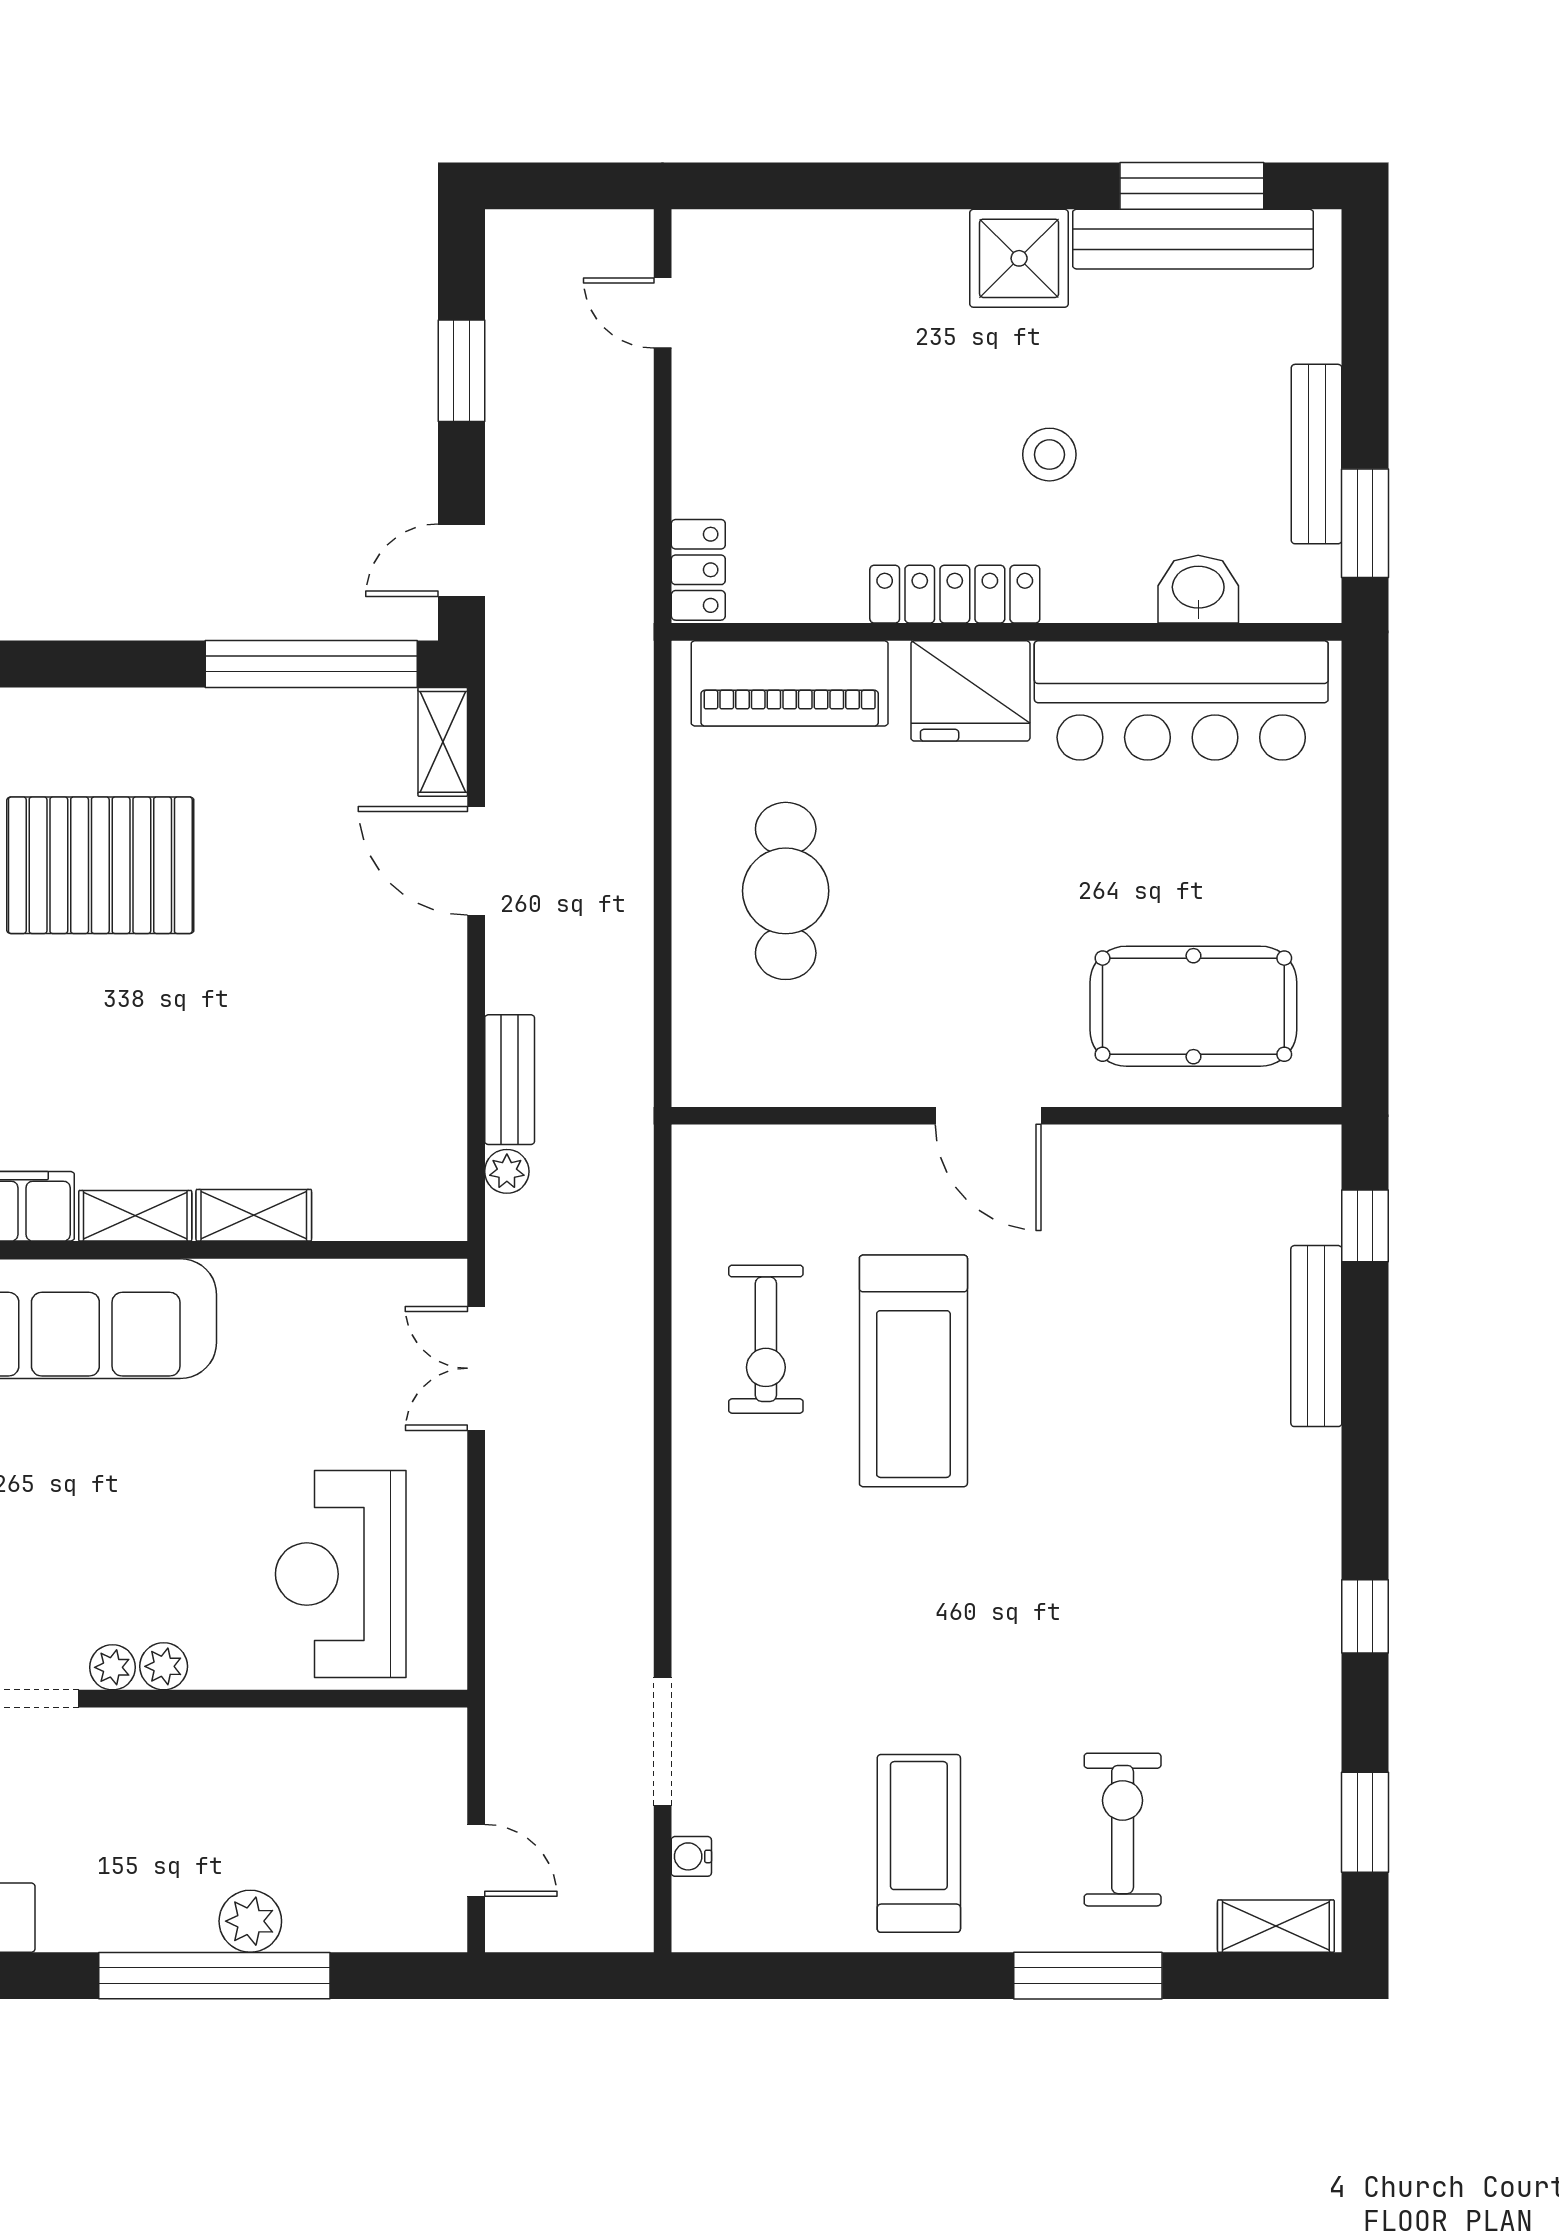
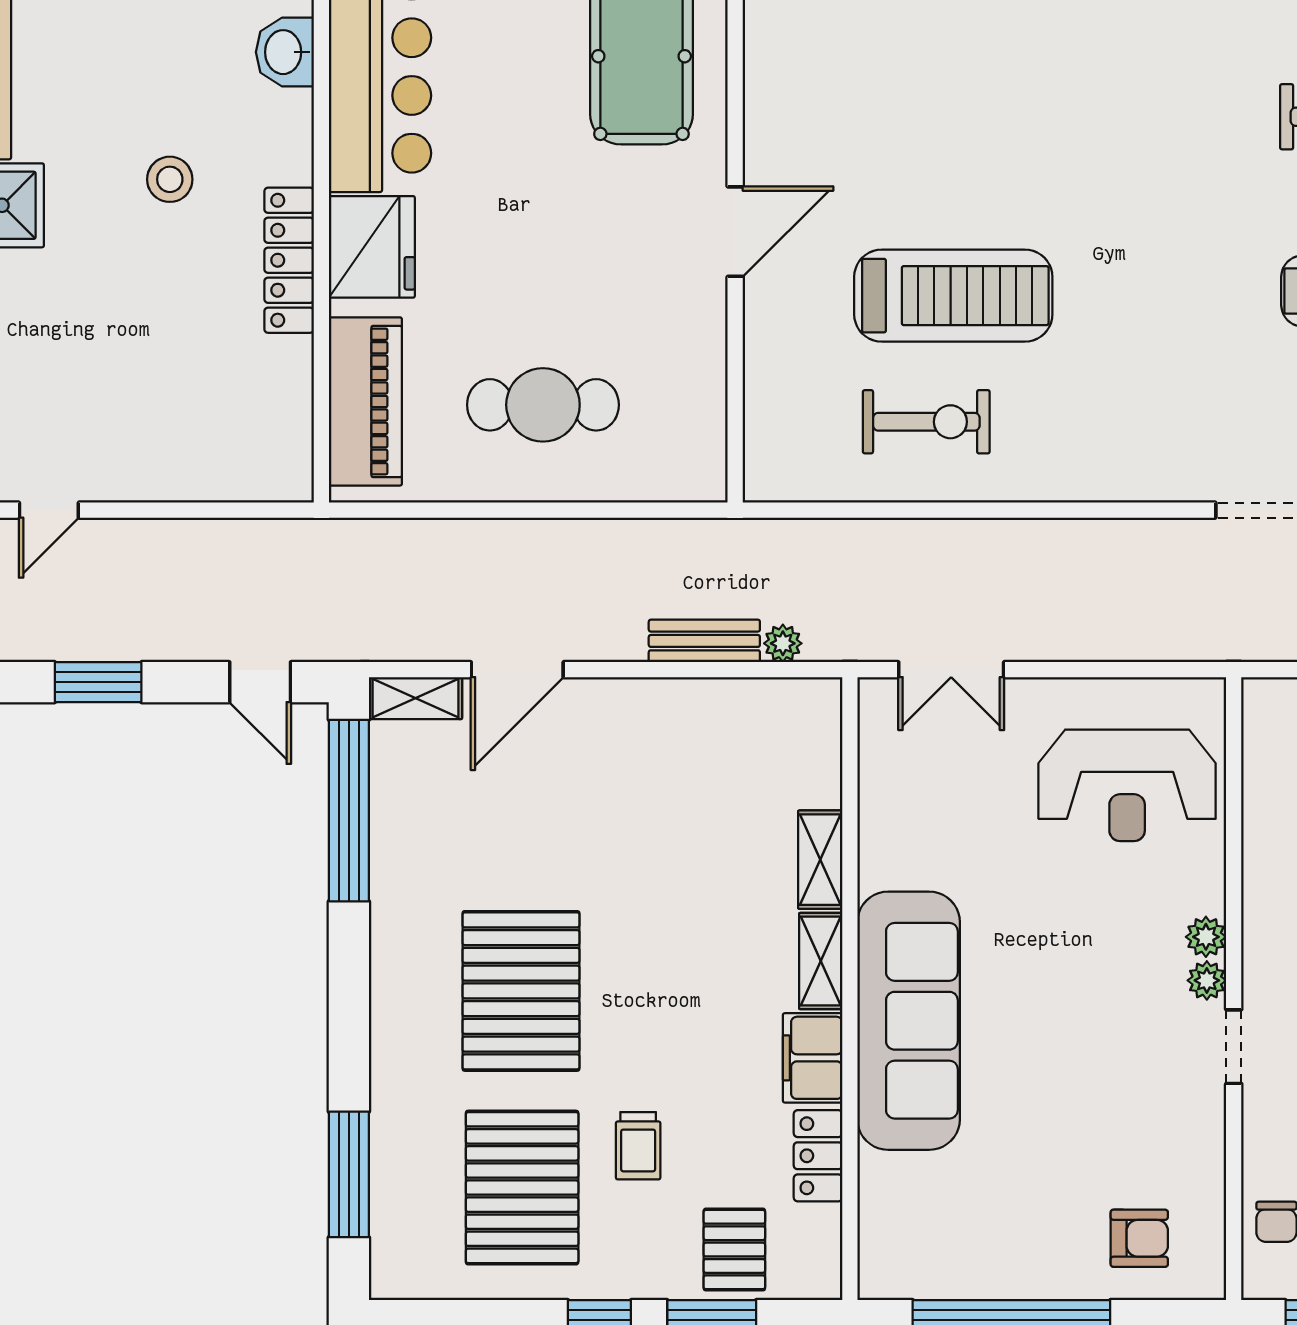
locker: (698, 570) -> (268, 480), removed

